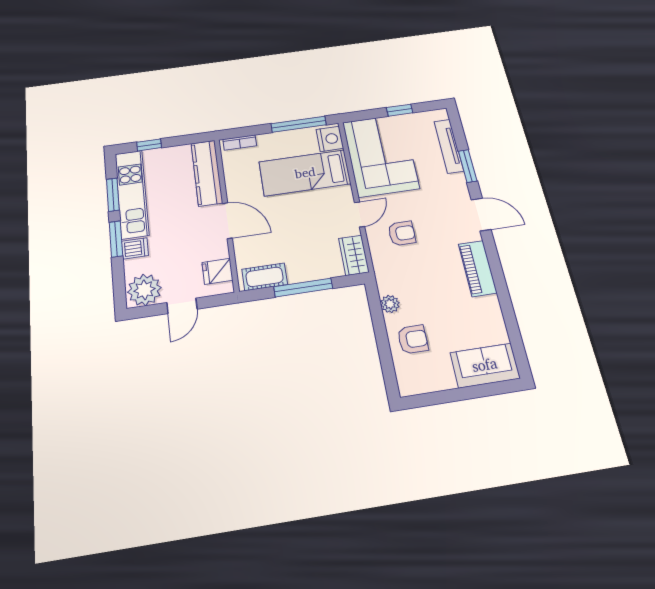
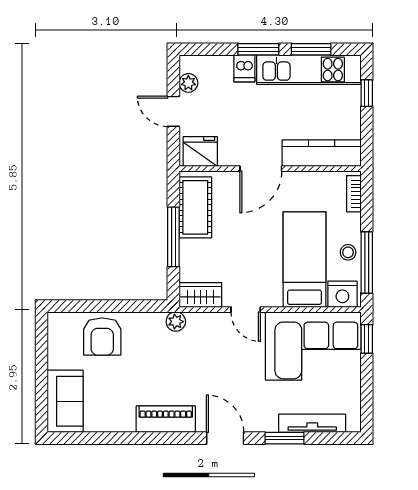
window: (400, 110) -> (367, 339), moved
stool: (292, 140) -> (348, 252), added
door: (481, 214) -> (225, 438), swing flipped
armchair: (402, 233) -> (217, 350), removed
fridge: (217, 271) -> (200, 152), width x1.38
cot: (265, 277) -> (195, 207), width x1.37, depth x1.34
plant: (144, 290) -> (188, 83), width x0.53, depth x0.53
plant: (390, 304) -> (176, 322), moved
armchair: (413, 339) -> (102, 337), width x1.38, depth x1.38

